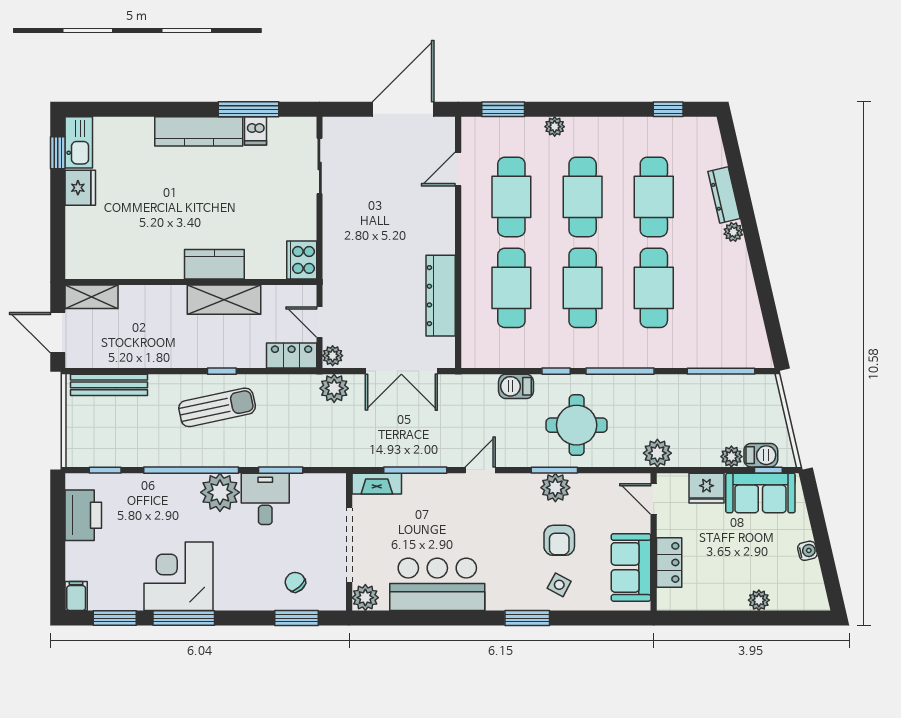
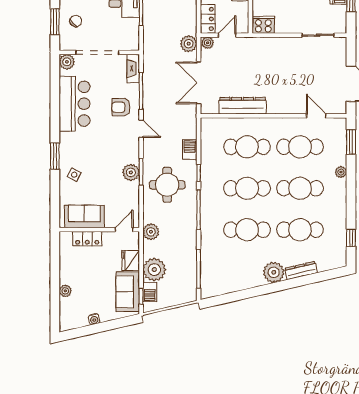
plant: (733, 232) -> (274, 272), width x1.88, depth x1.88
plant: (731, 457) -> (154, 270), width x1.88, depth x1.88
armchair: (559, 540) -> (121, 107), moved

